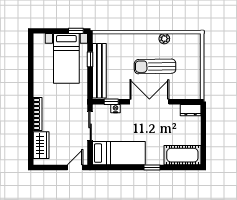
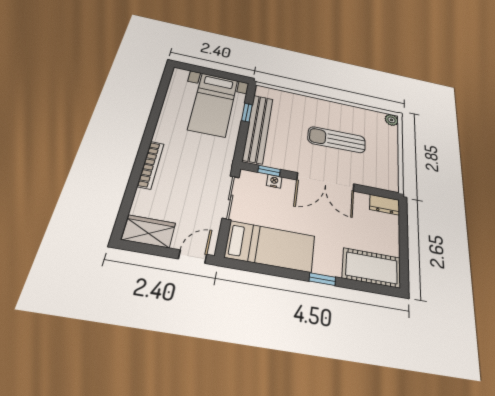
window: (76, 31) -> (234, 77), removed
plant: (164, 39) -> (392, 120), moved
double door: (149, 102) -> (326, 182), swing flipped
wardrobe: (41, 145) -> (149, 231), moved, turned -90

